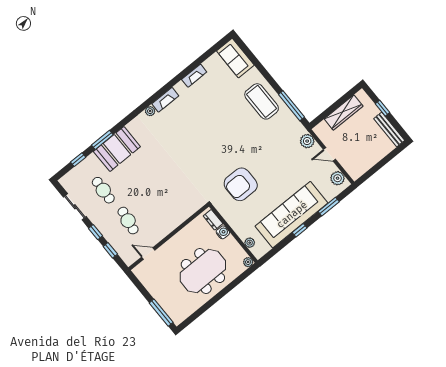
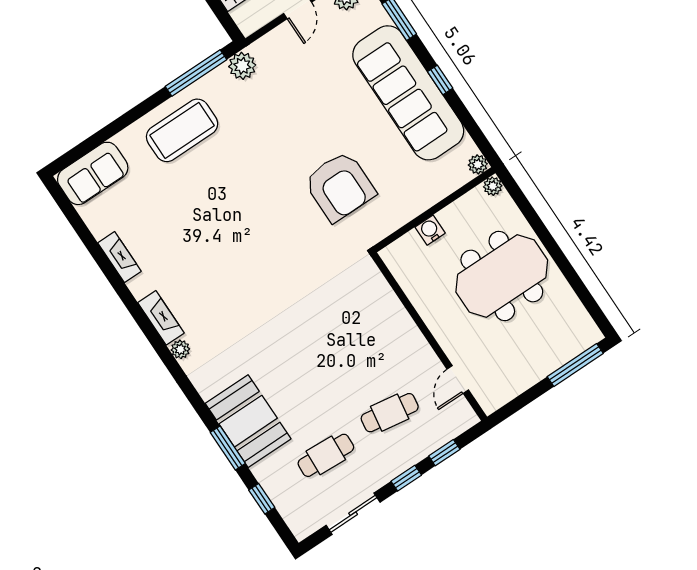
plant: (307, 141) -> (242, 66), moved
dresser: (213, 220) -> (404, 247), removed
plant: (250, 243) -> (478, 164), moved
meeting table: (203, 271) -> (502, 276), turned 90

